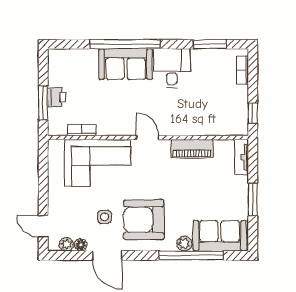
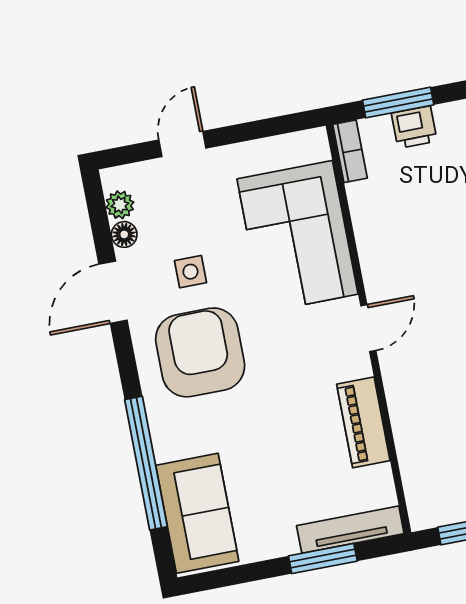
bookcase: (82, 130) -> (350, 151), moved
tv unit: (242, 157) -> (350, 530), width x1.41
window: (253, 199) -> (323, 559), moved
door: (43, 226) -> (182, 144), moved
plant: (184, 244) -> (167, 445), removed

